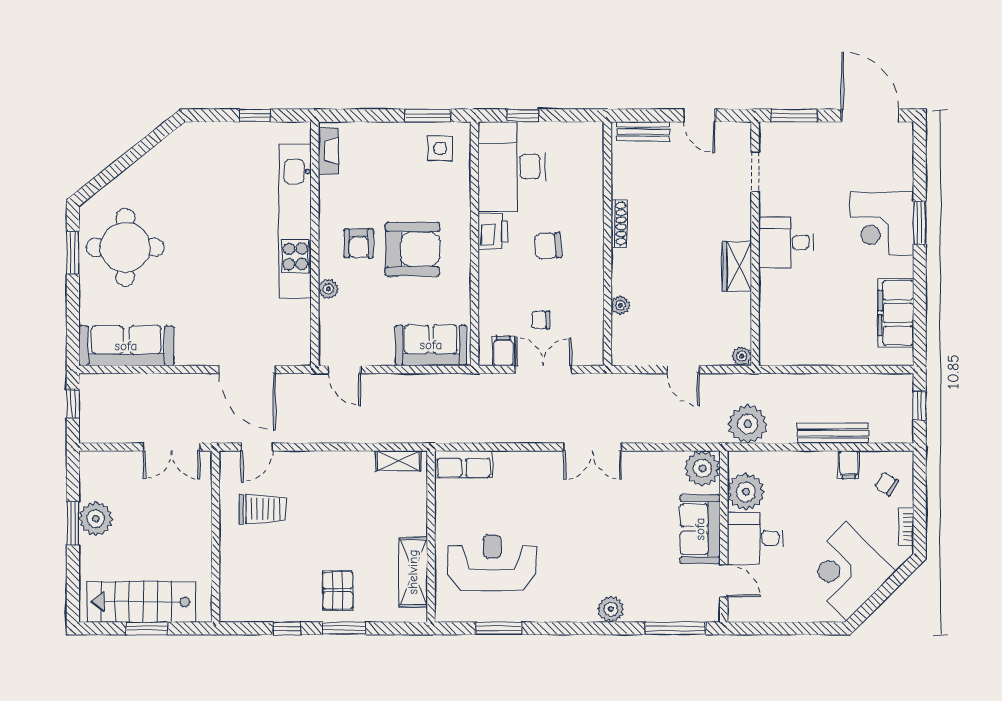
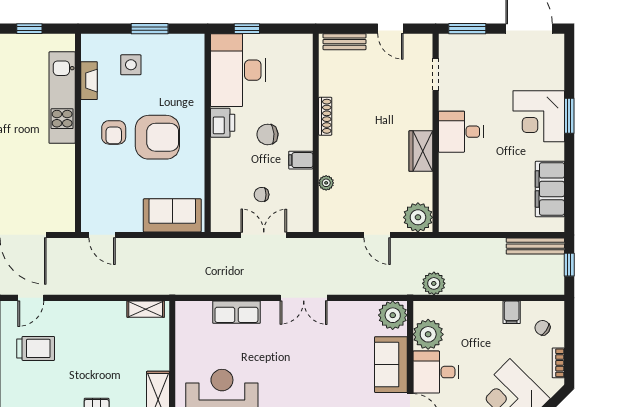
window: (428, 115) -> (150, 29), moved
side table: (440, 148) -> (131, 65), moved
fireplace: (328, 151) -> (89, 81), moved
kitchen unit: (295, 221) -> (62, 98), width x0.73
plant: (328, 289) -> (89, 169), removed
filing cabinet: (503, 351) -> (301, 160), moved, turned -90
plant: (742, 356) -> (418, 217), width x1.88, depth x1.88
plant: (748, 424) -> (434, 283), width x0.73, depth x0.73
bench: (833, 433) -> (535, 246), moved
row of seats: (464, 464) -> (236, 312), moved

